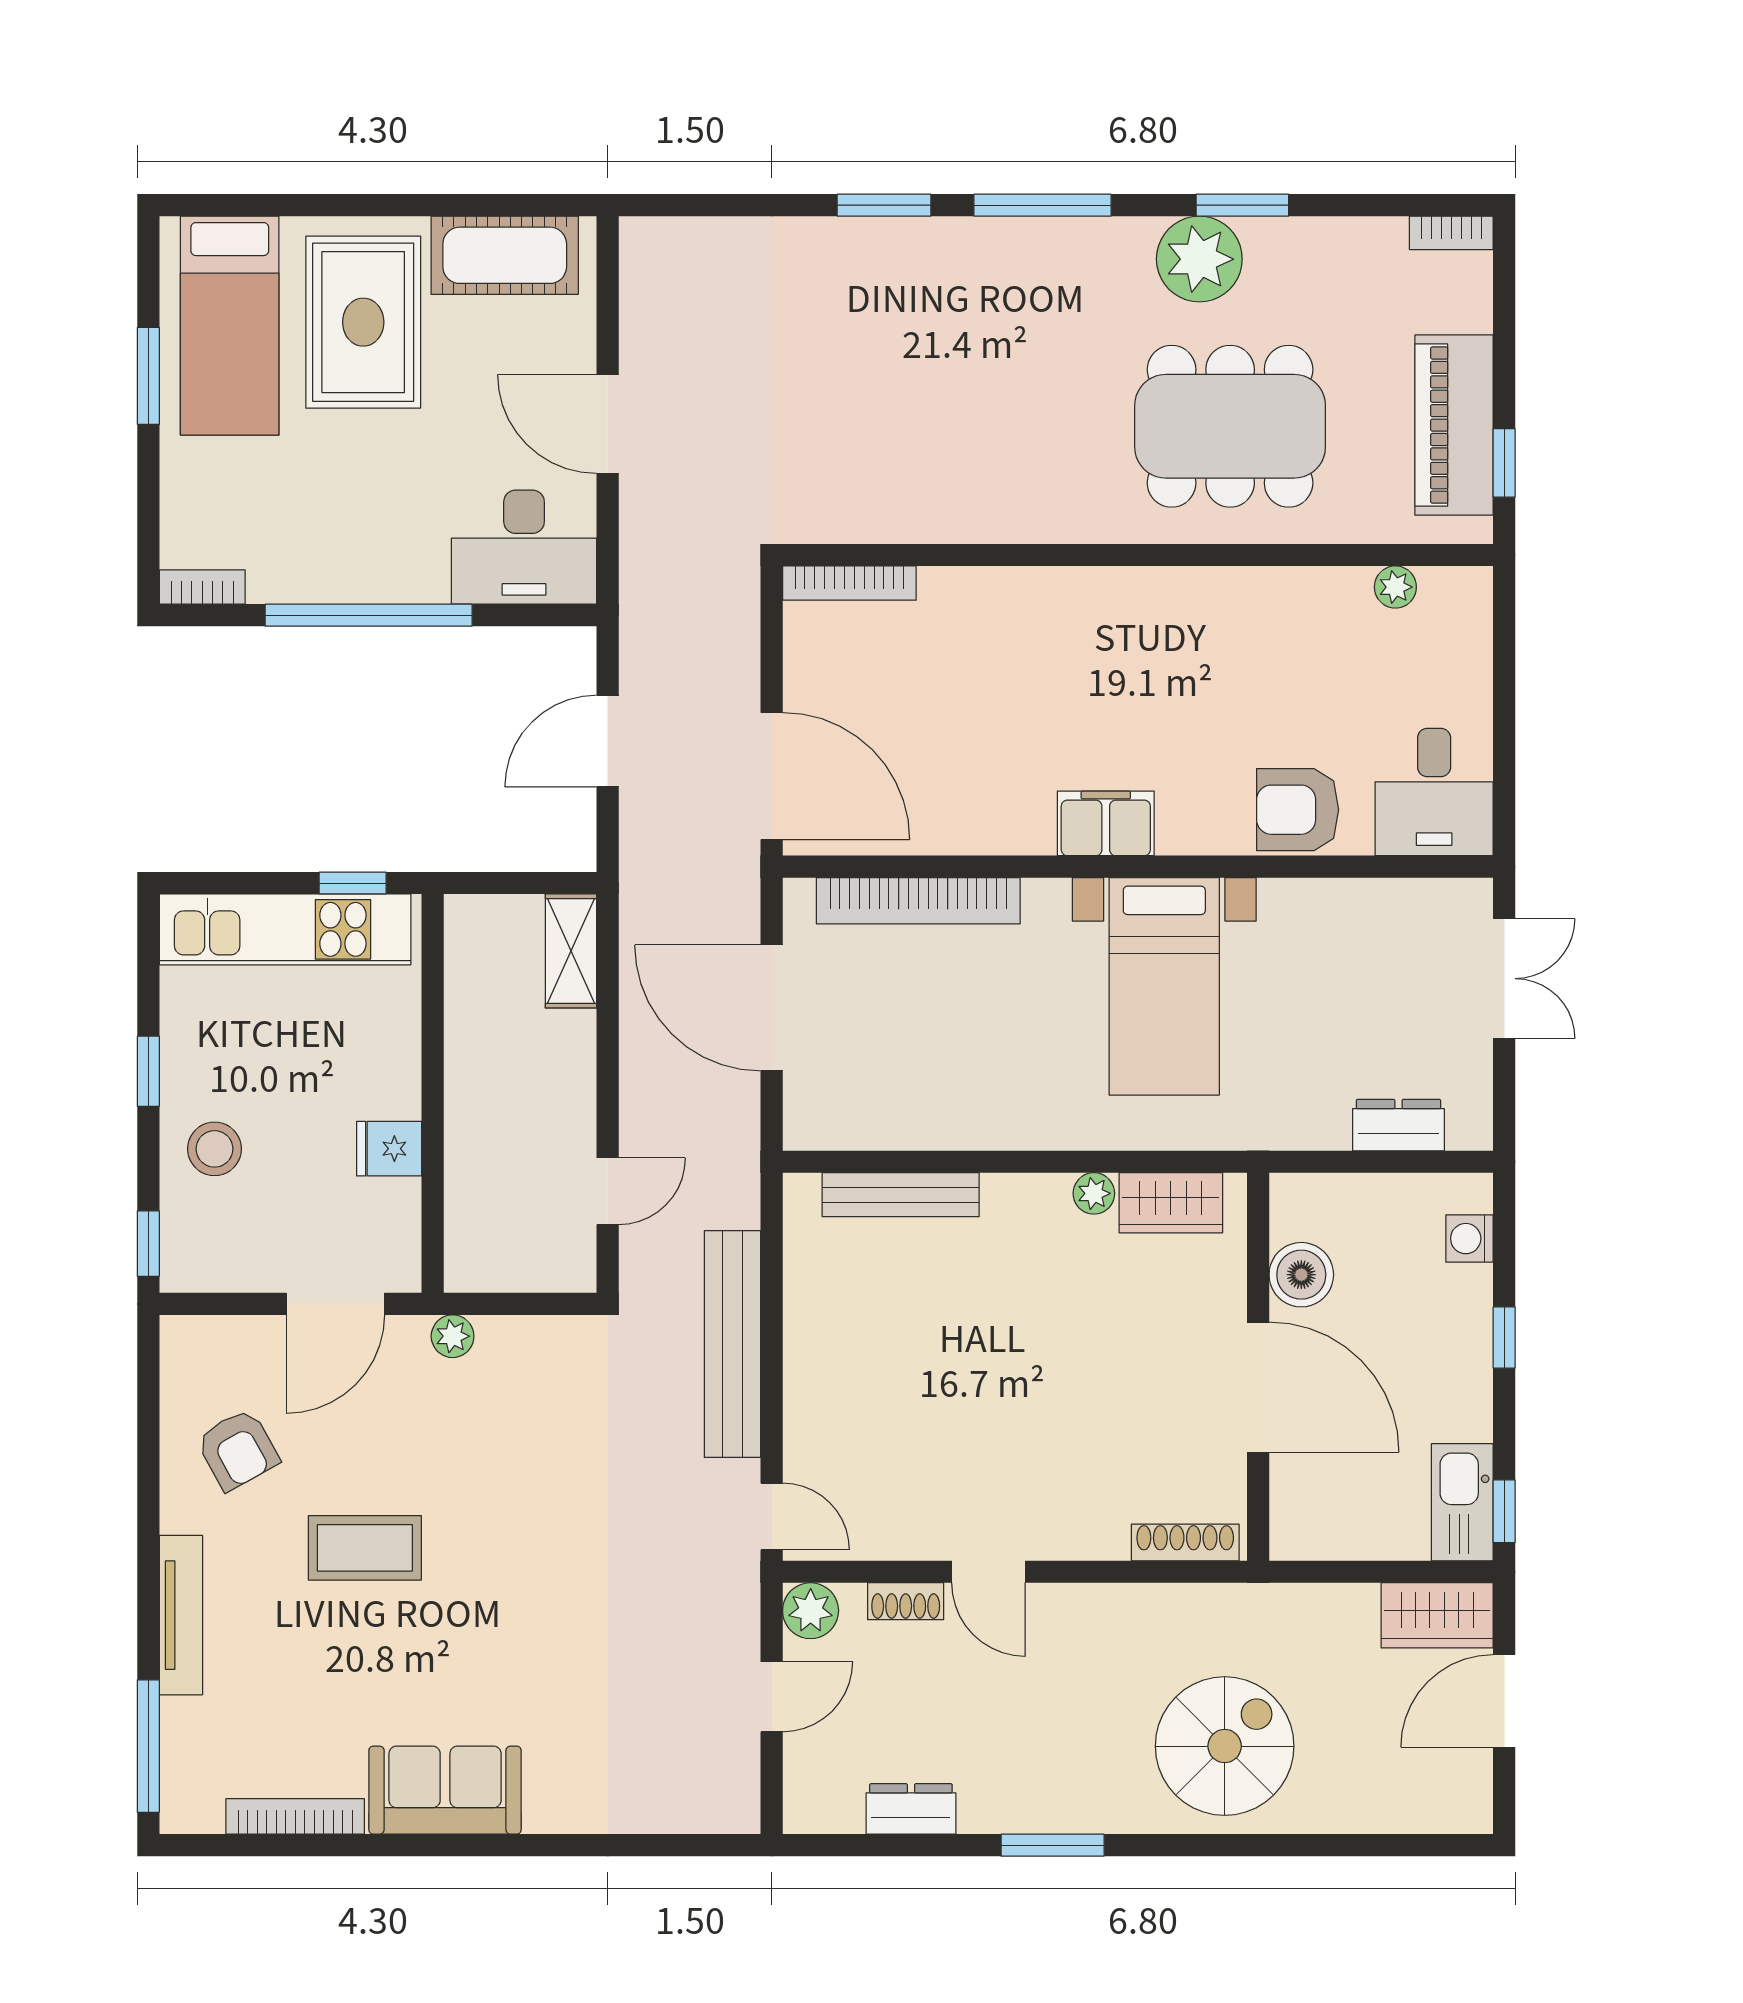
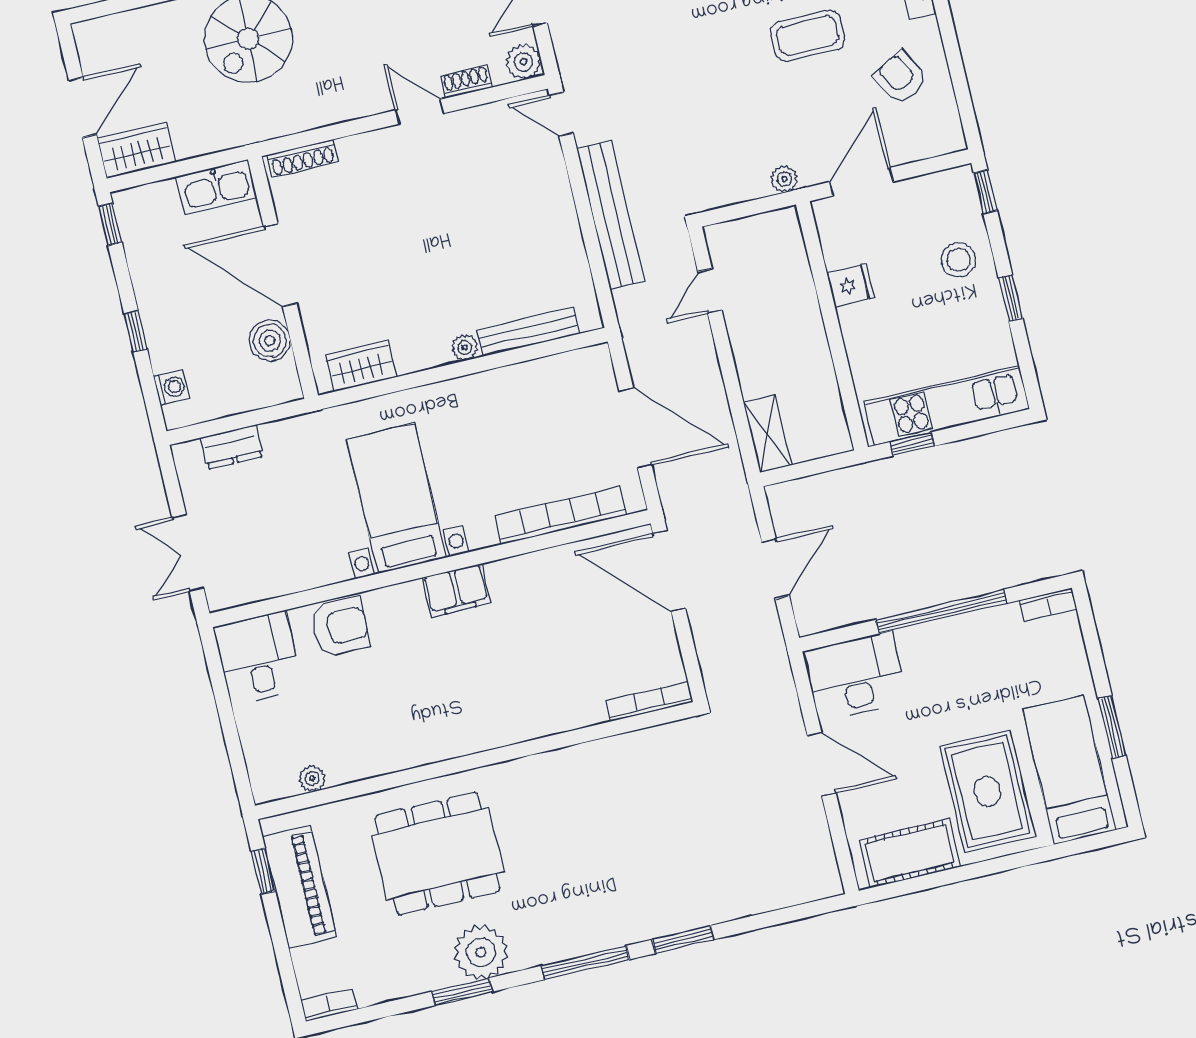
plant: (1094, 1193) -> (465, 347), moved
kitchen sink: (1462, 1502) -> (216, 187), moved, turned 90

